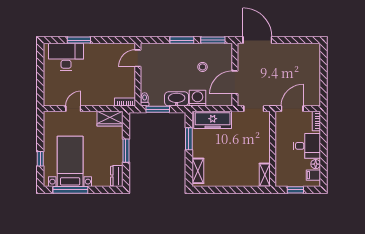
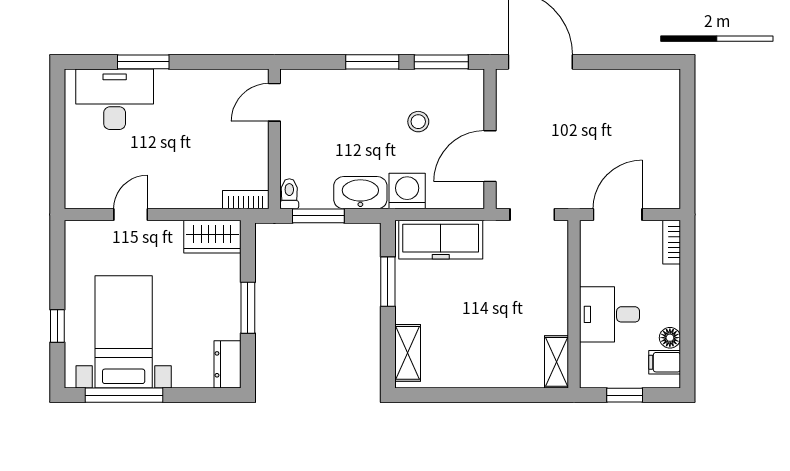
desk: (307, 146) -> (610, 314), moved, turned 180

